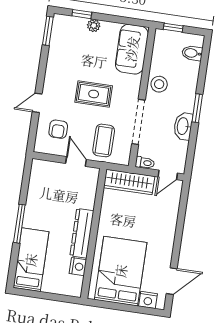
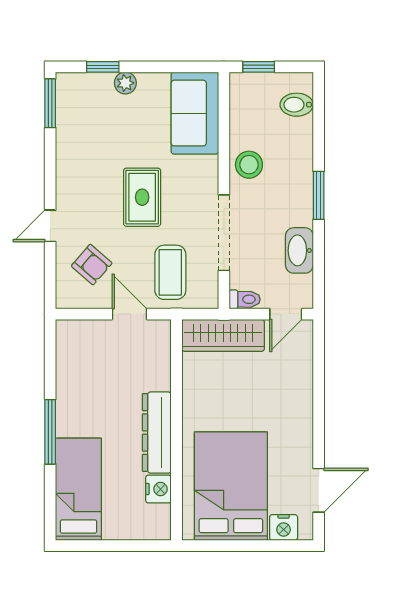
rug: (94, 94) -> (142, 197), turned 90
washbasin: (183, 126) -> (299, 250), moved
armchair: (58, 129) -> (92, 265), turned -49

